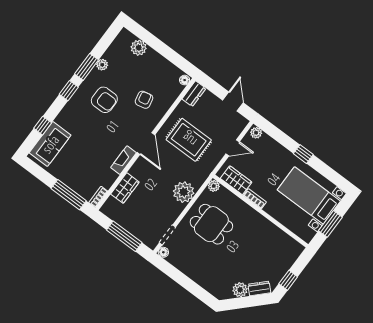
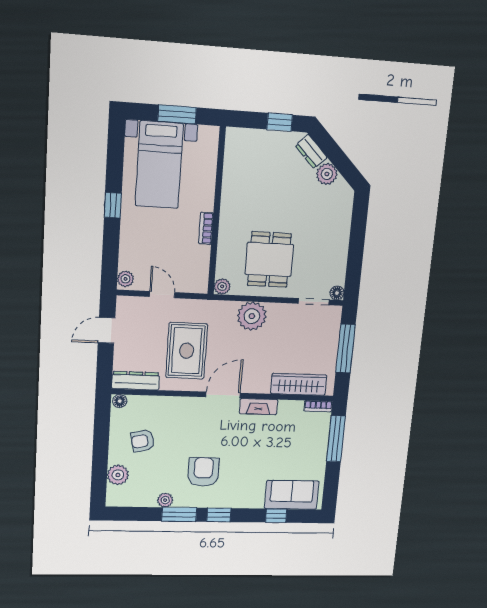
dresser: (194, 94) -> (136, 381), width x1.44
armchair: (144, 100) -> (143, 441), moved
wardrobe: (236, 180) -> (198, 265), removed
wardrobe: (125, 188) -> (299, 384), width x1.50

